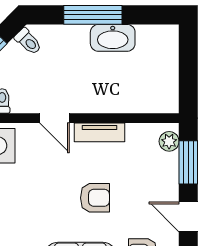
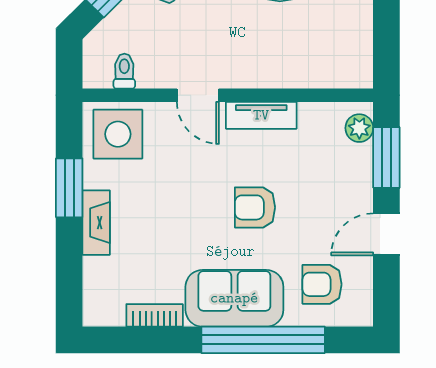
armchair: (95, 198) -> (255, 207), turned 180
door: (188, 217) -> (386, 234), hinge flipped

